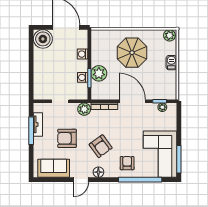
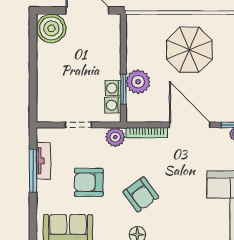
washing machine: (83, 54) -> (113, 105), moved
armchair: (127, 163) -> (182, 221), removed

